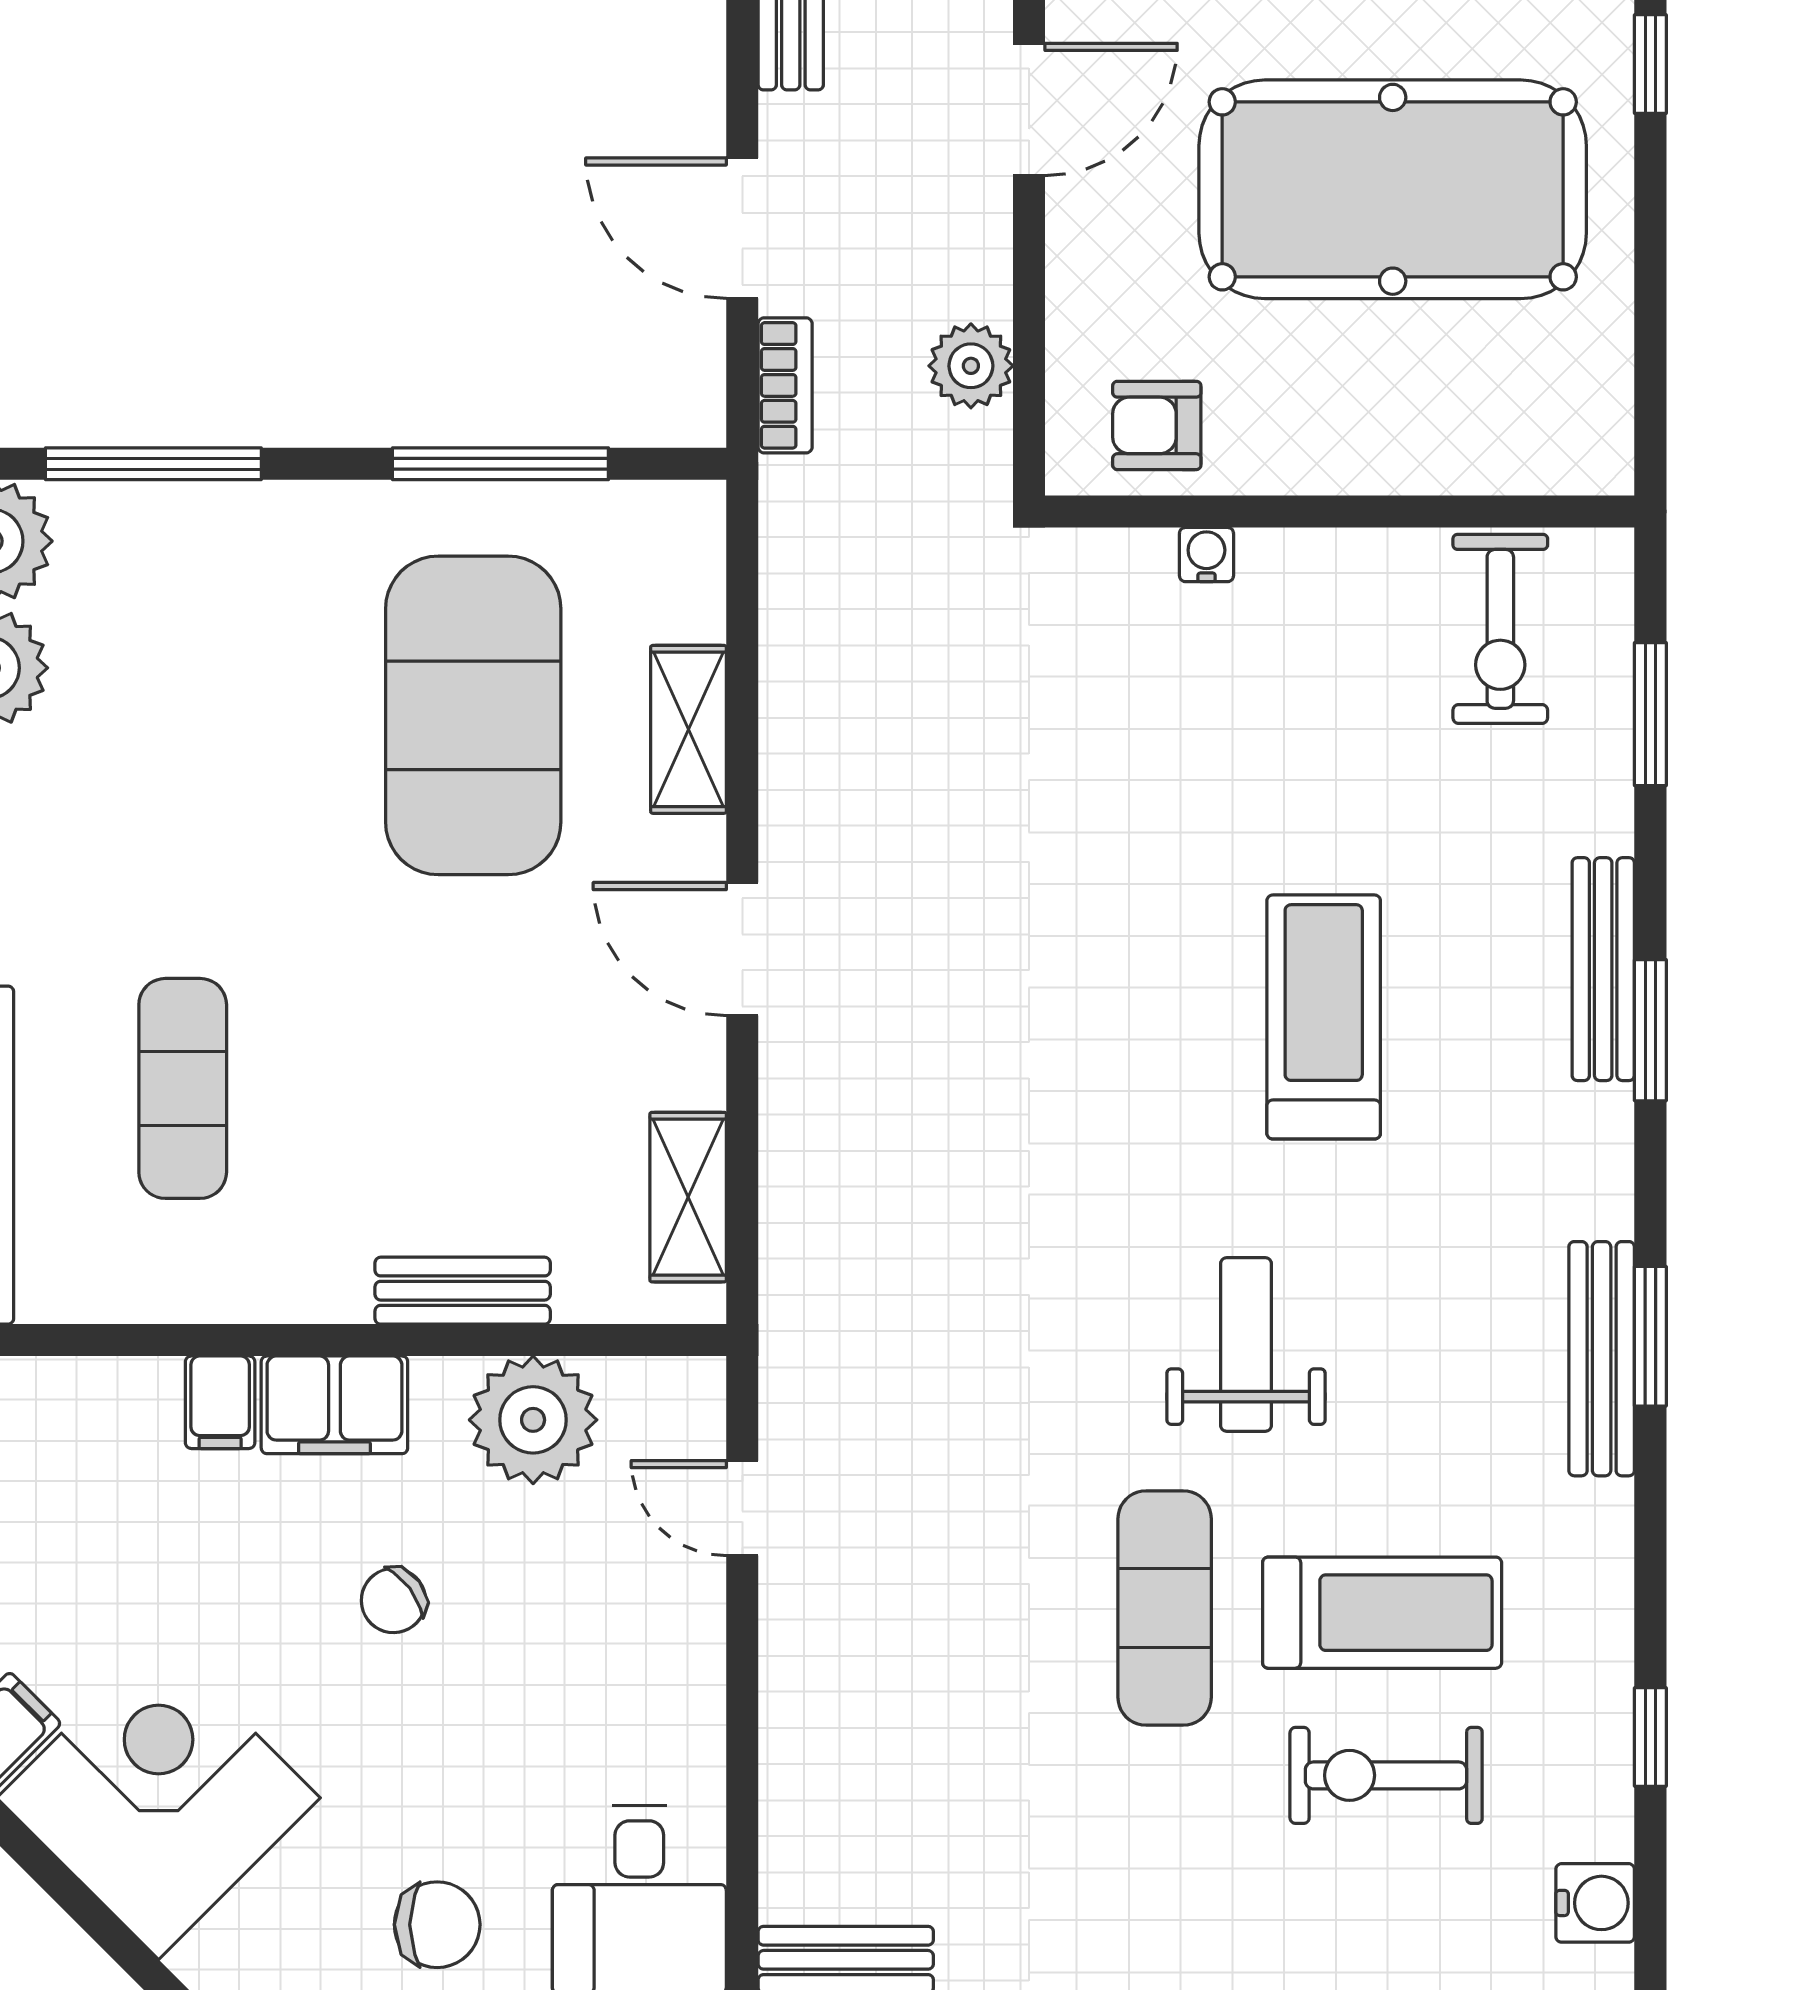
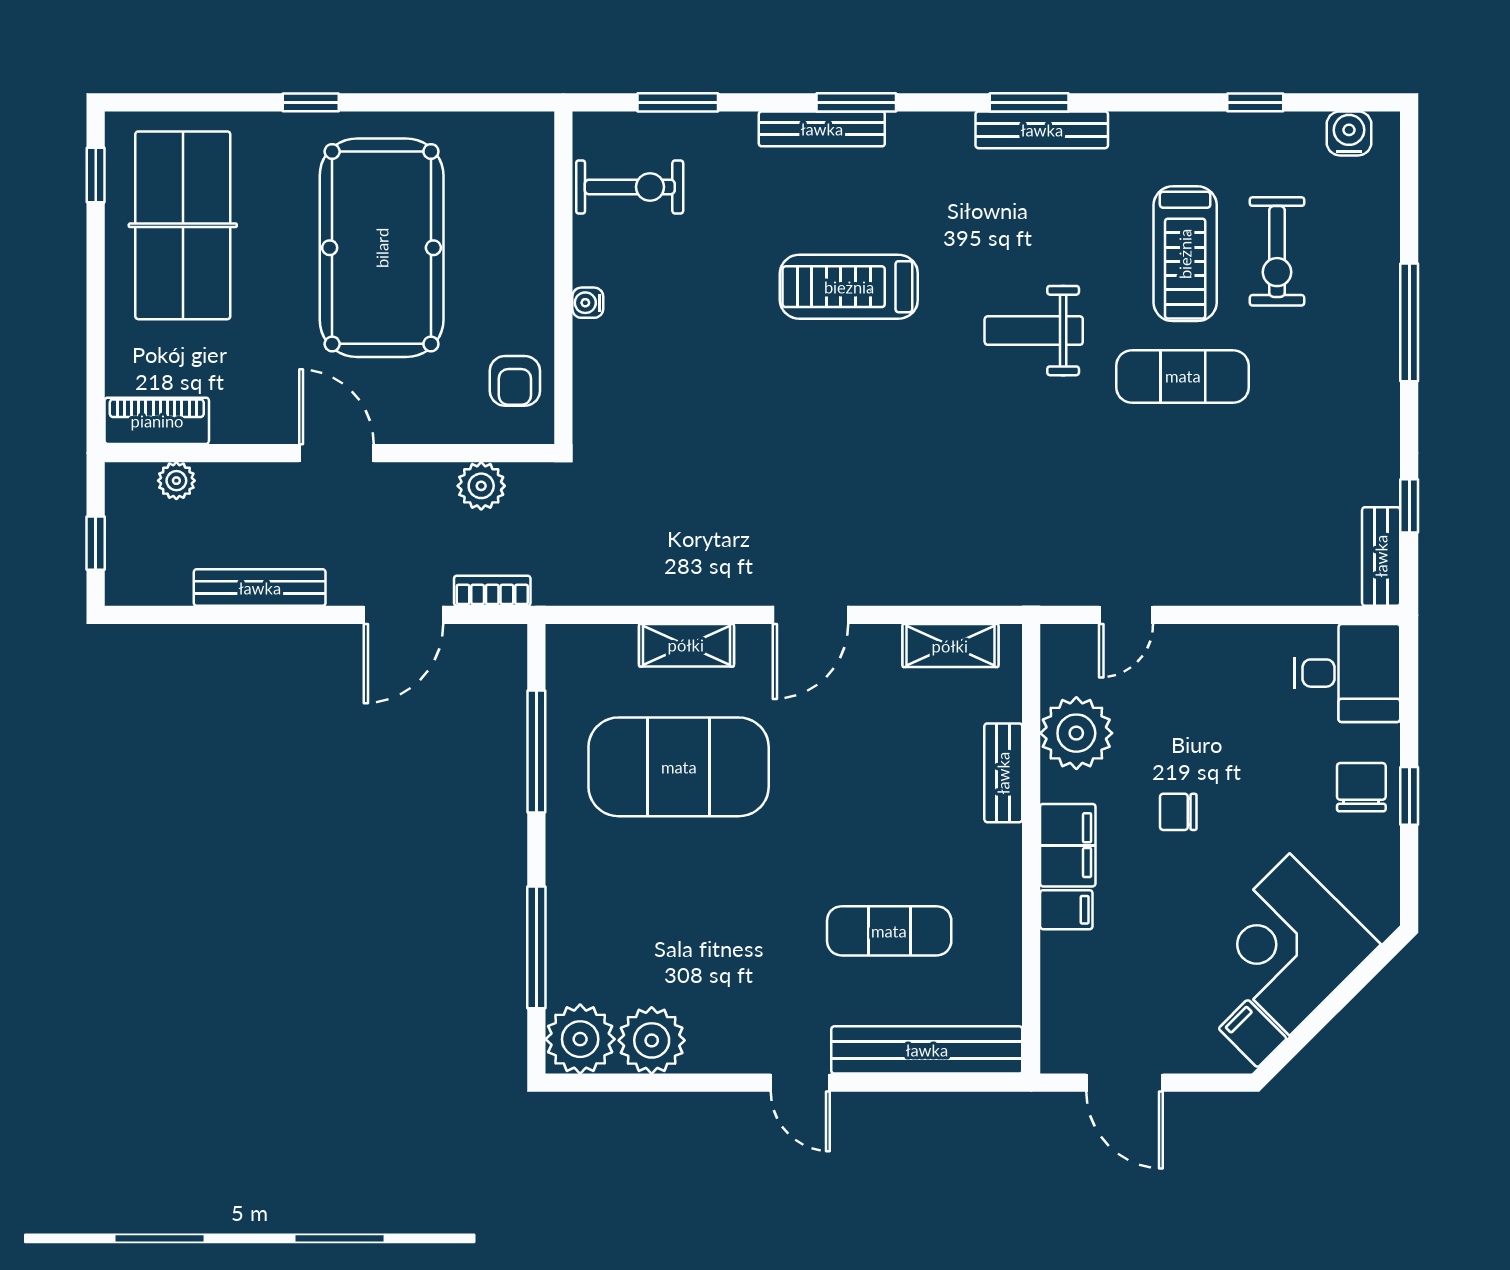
water cooler: (1206, 555) -> (588, 303), moved
chair: (393, 1601) -> (1178, 812), turned 127
treadmill: (1382, 1613) -> (1185, 254), turned 180

